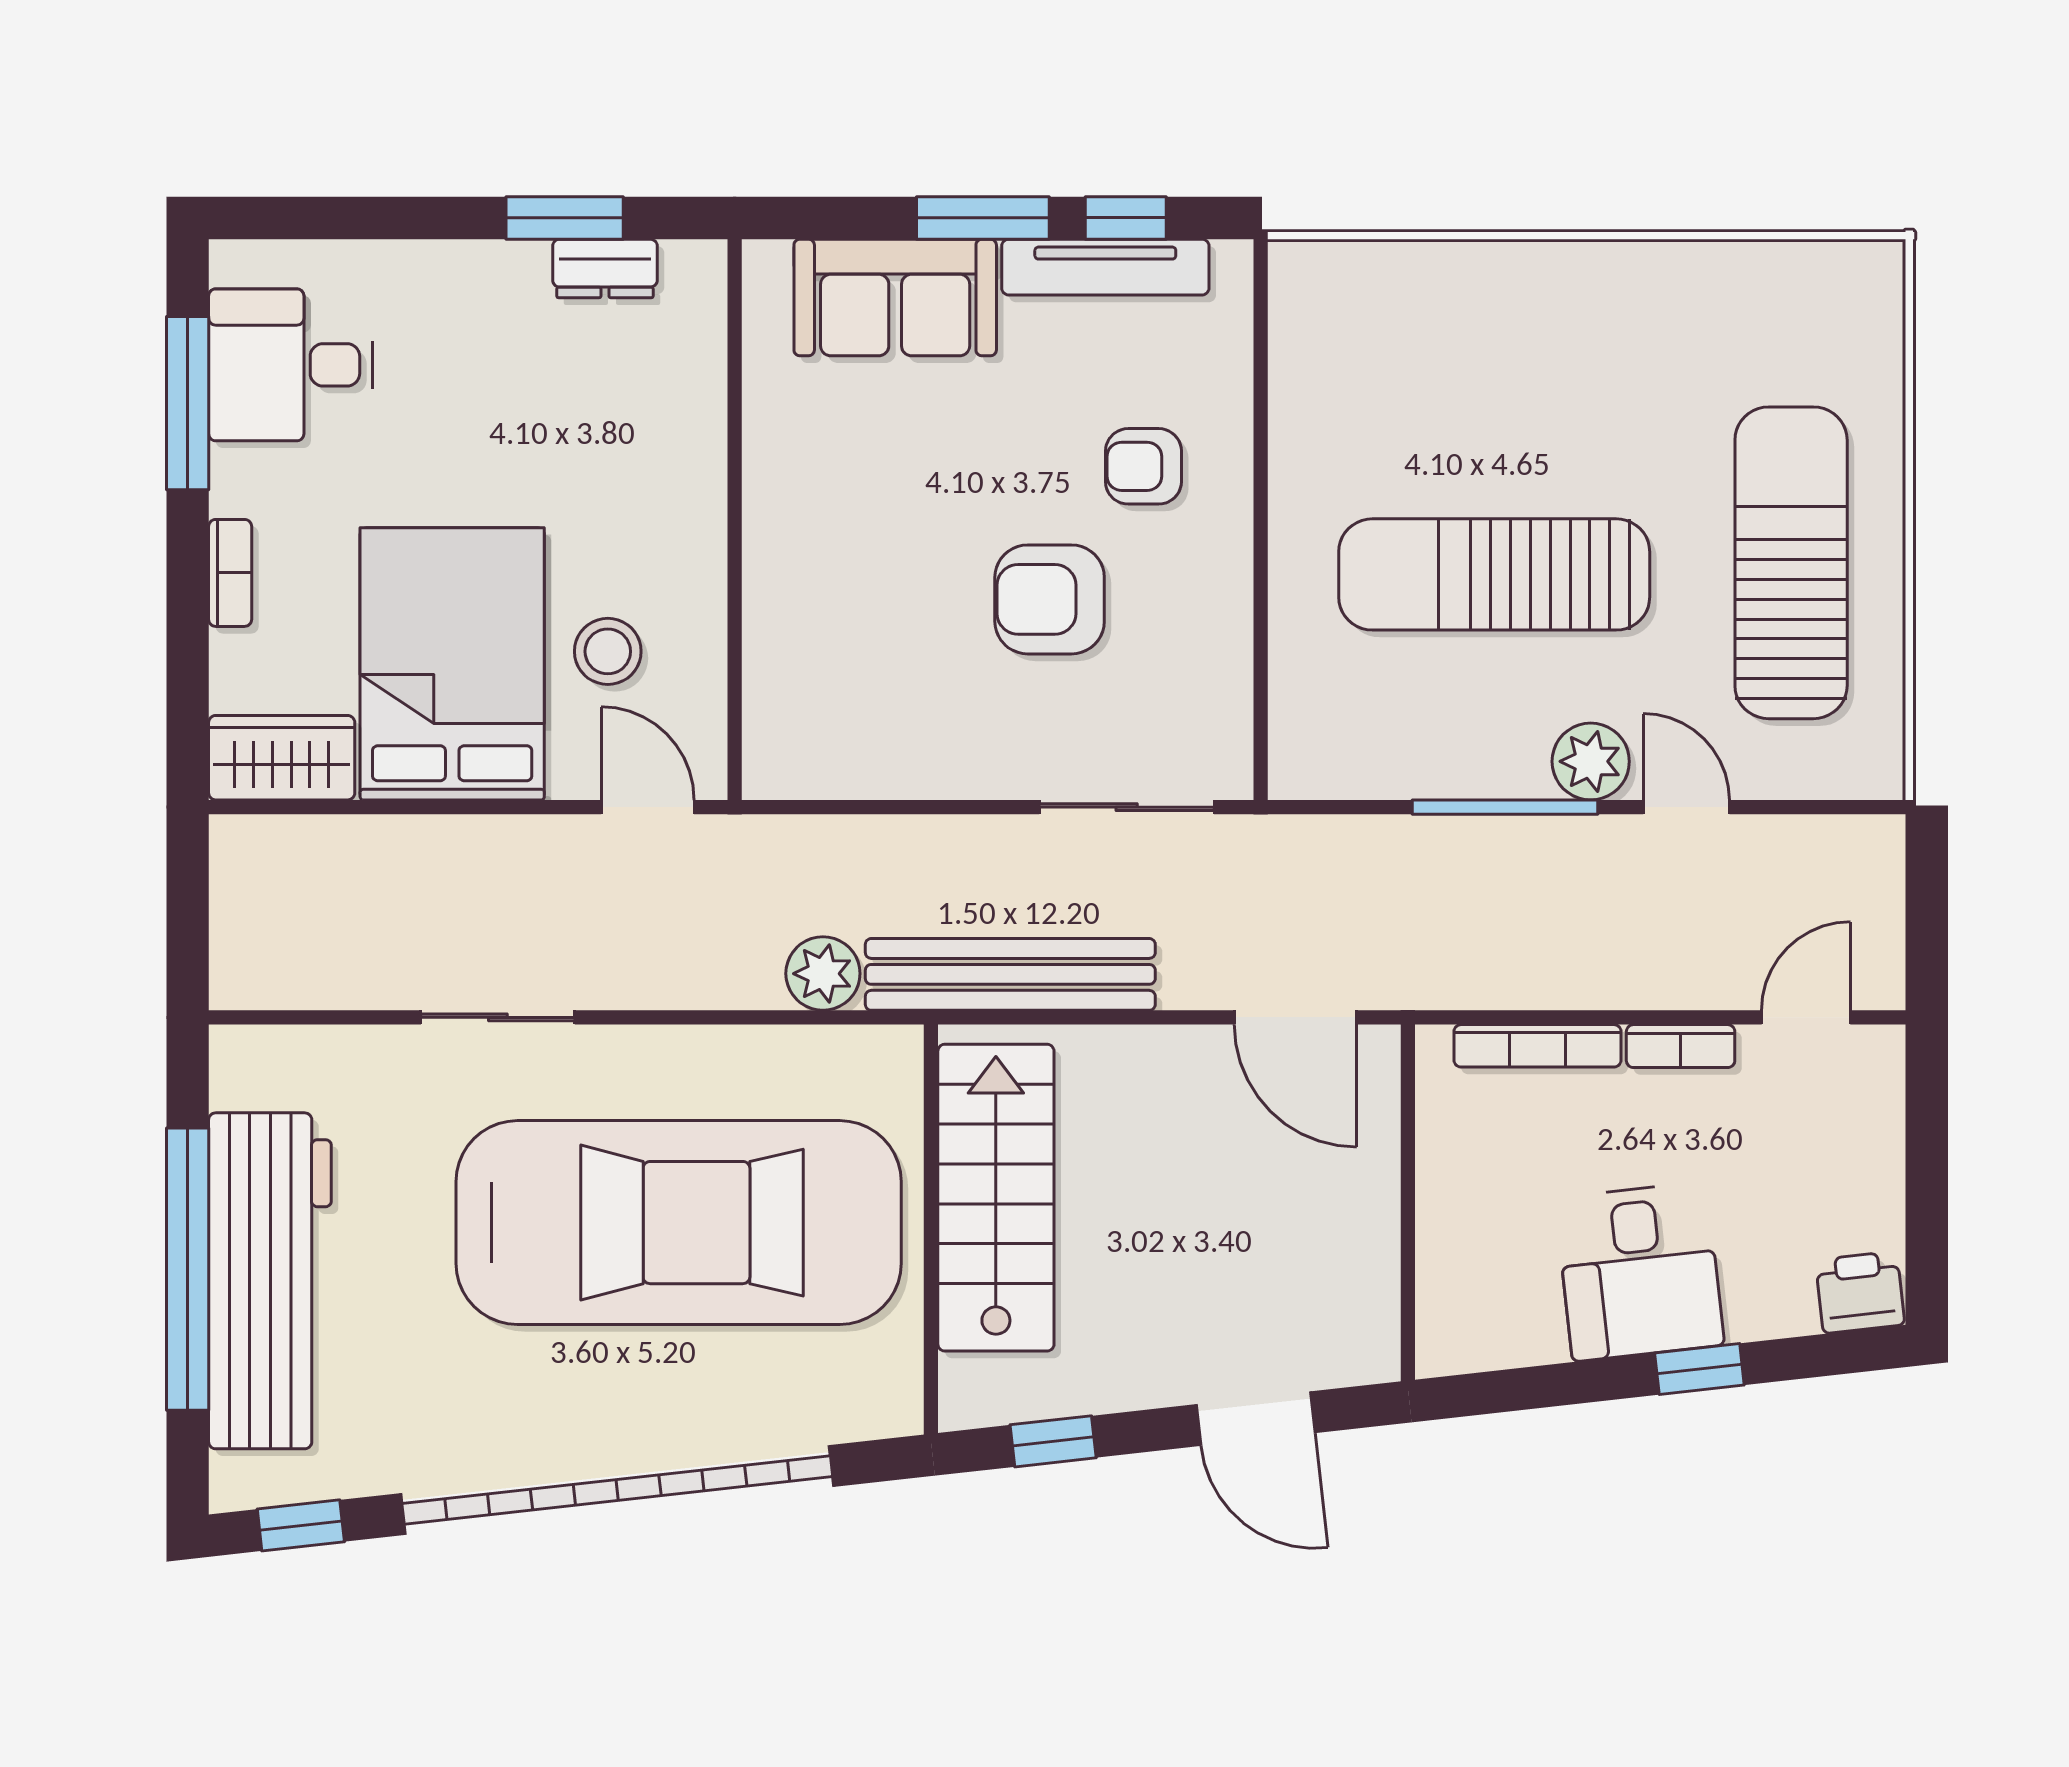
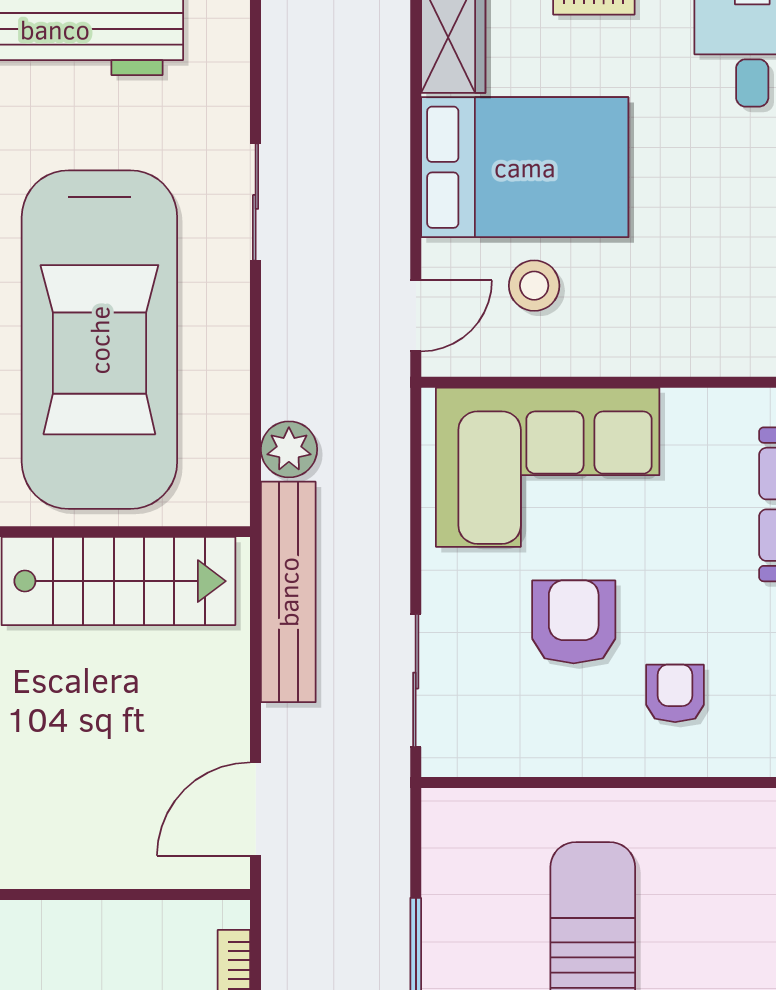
corner sofa: (846, 634) -> (548, 467), added

